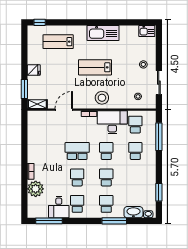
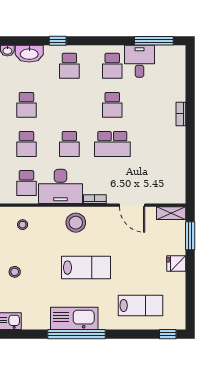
window: (101, 22) -> (77, 334), added
door: (64, 110) -> (132, 205), hinge flipped
school desk: (106, 177) -> (26, 105), moved
plant: (36, 189) -> (174, 88), removed
window: (114, 221) -> (58, 41), width x0.46

